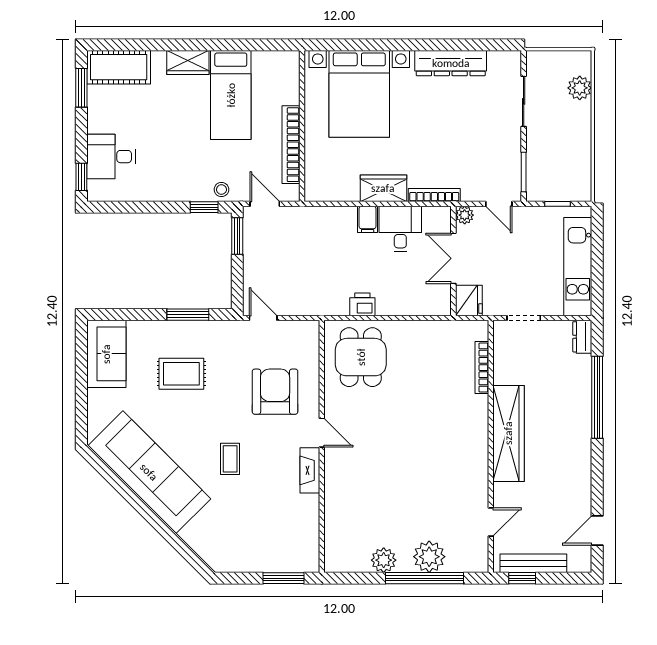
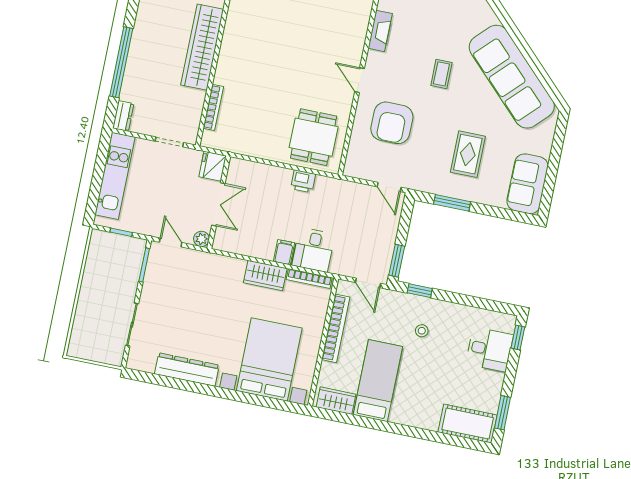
wardrobe: (188, 62) -> (336, 401), moved
plant: (580, 88) -> (82, 326), removed
stool: (221, 190) -> (422, 331), moved
bookcase: (434, 195) -> (309, 279), moved
desk: (400, 229) -> (313, 250), moved
rug: (181, 374) -> (468, 154), turned 90
fireplace: (310, 470) -> (380, 31), moved

